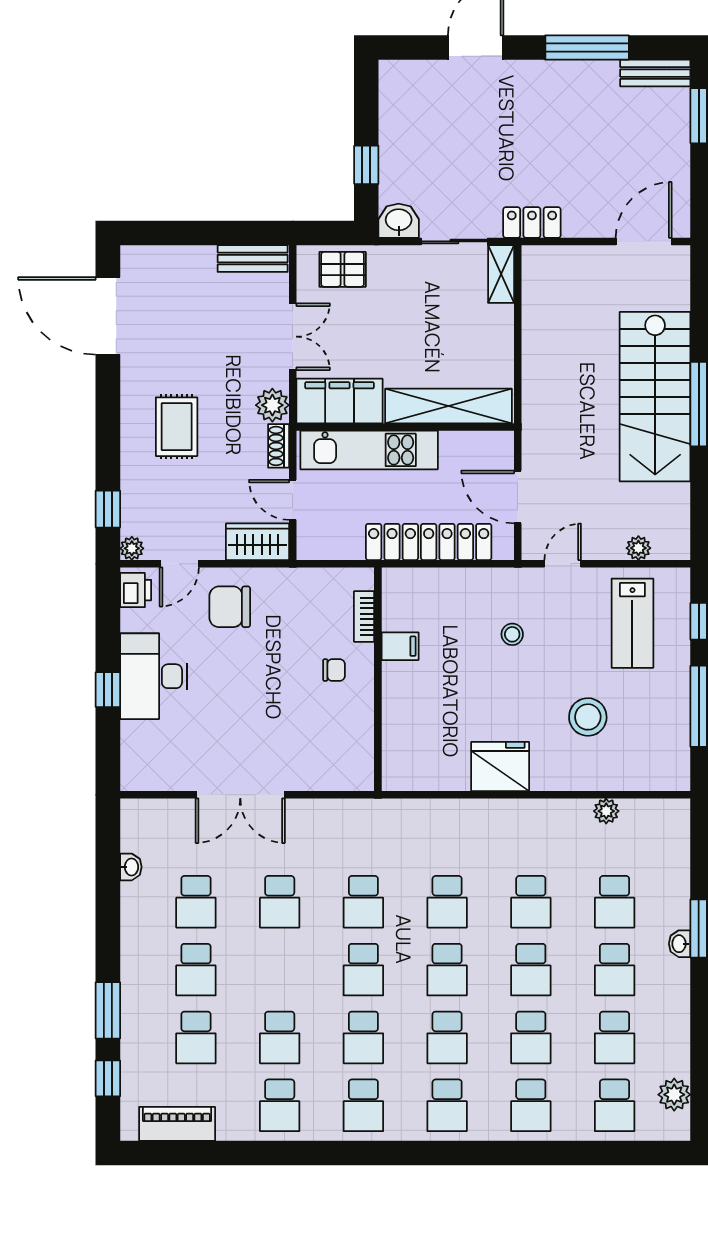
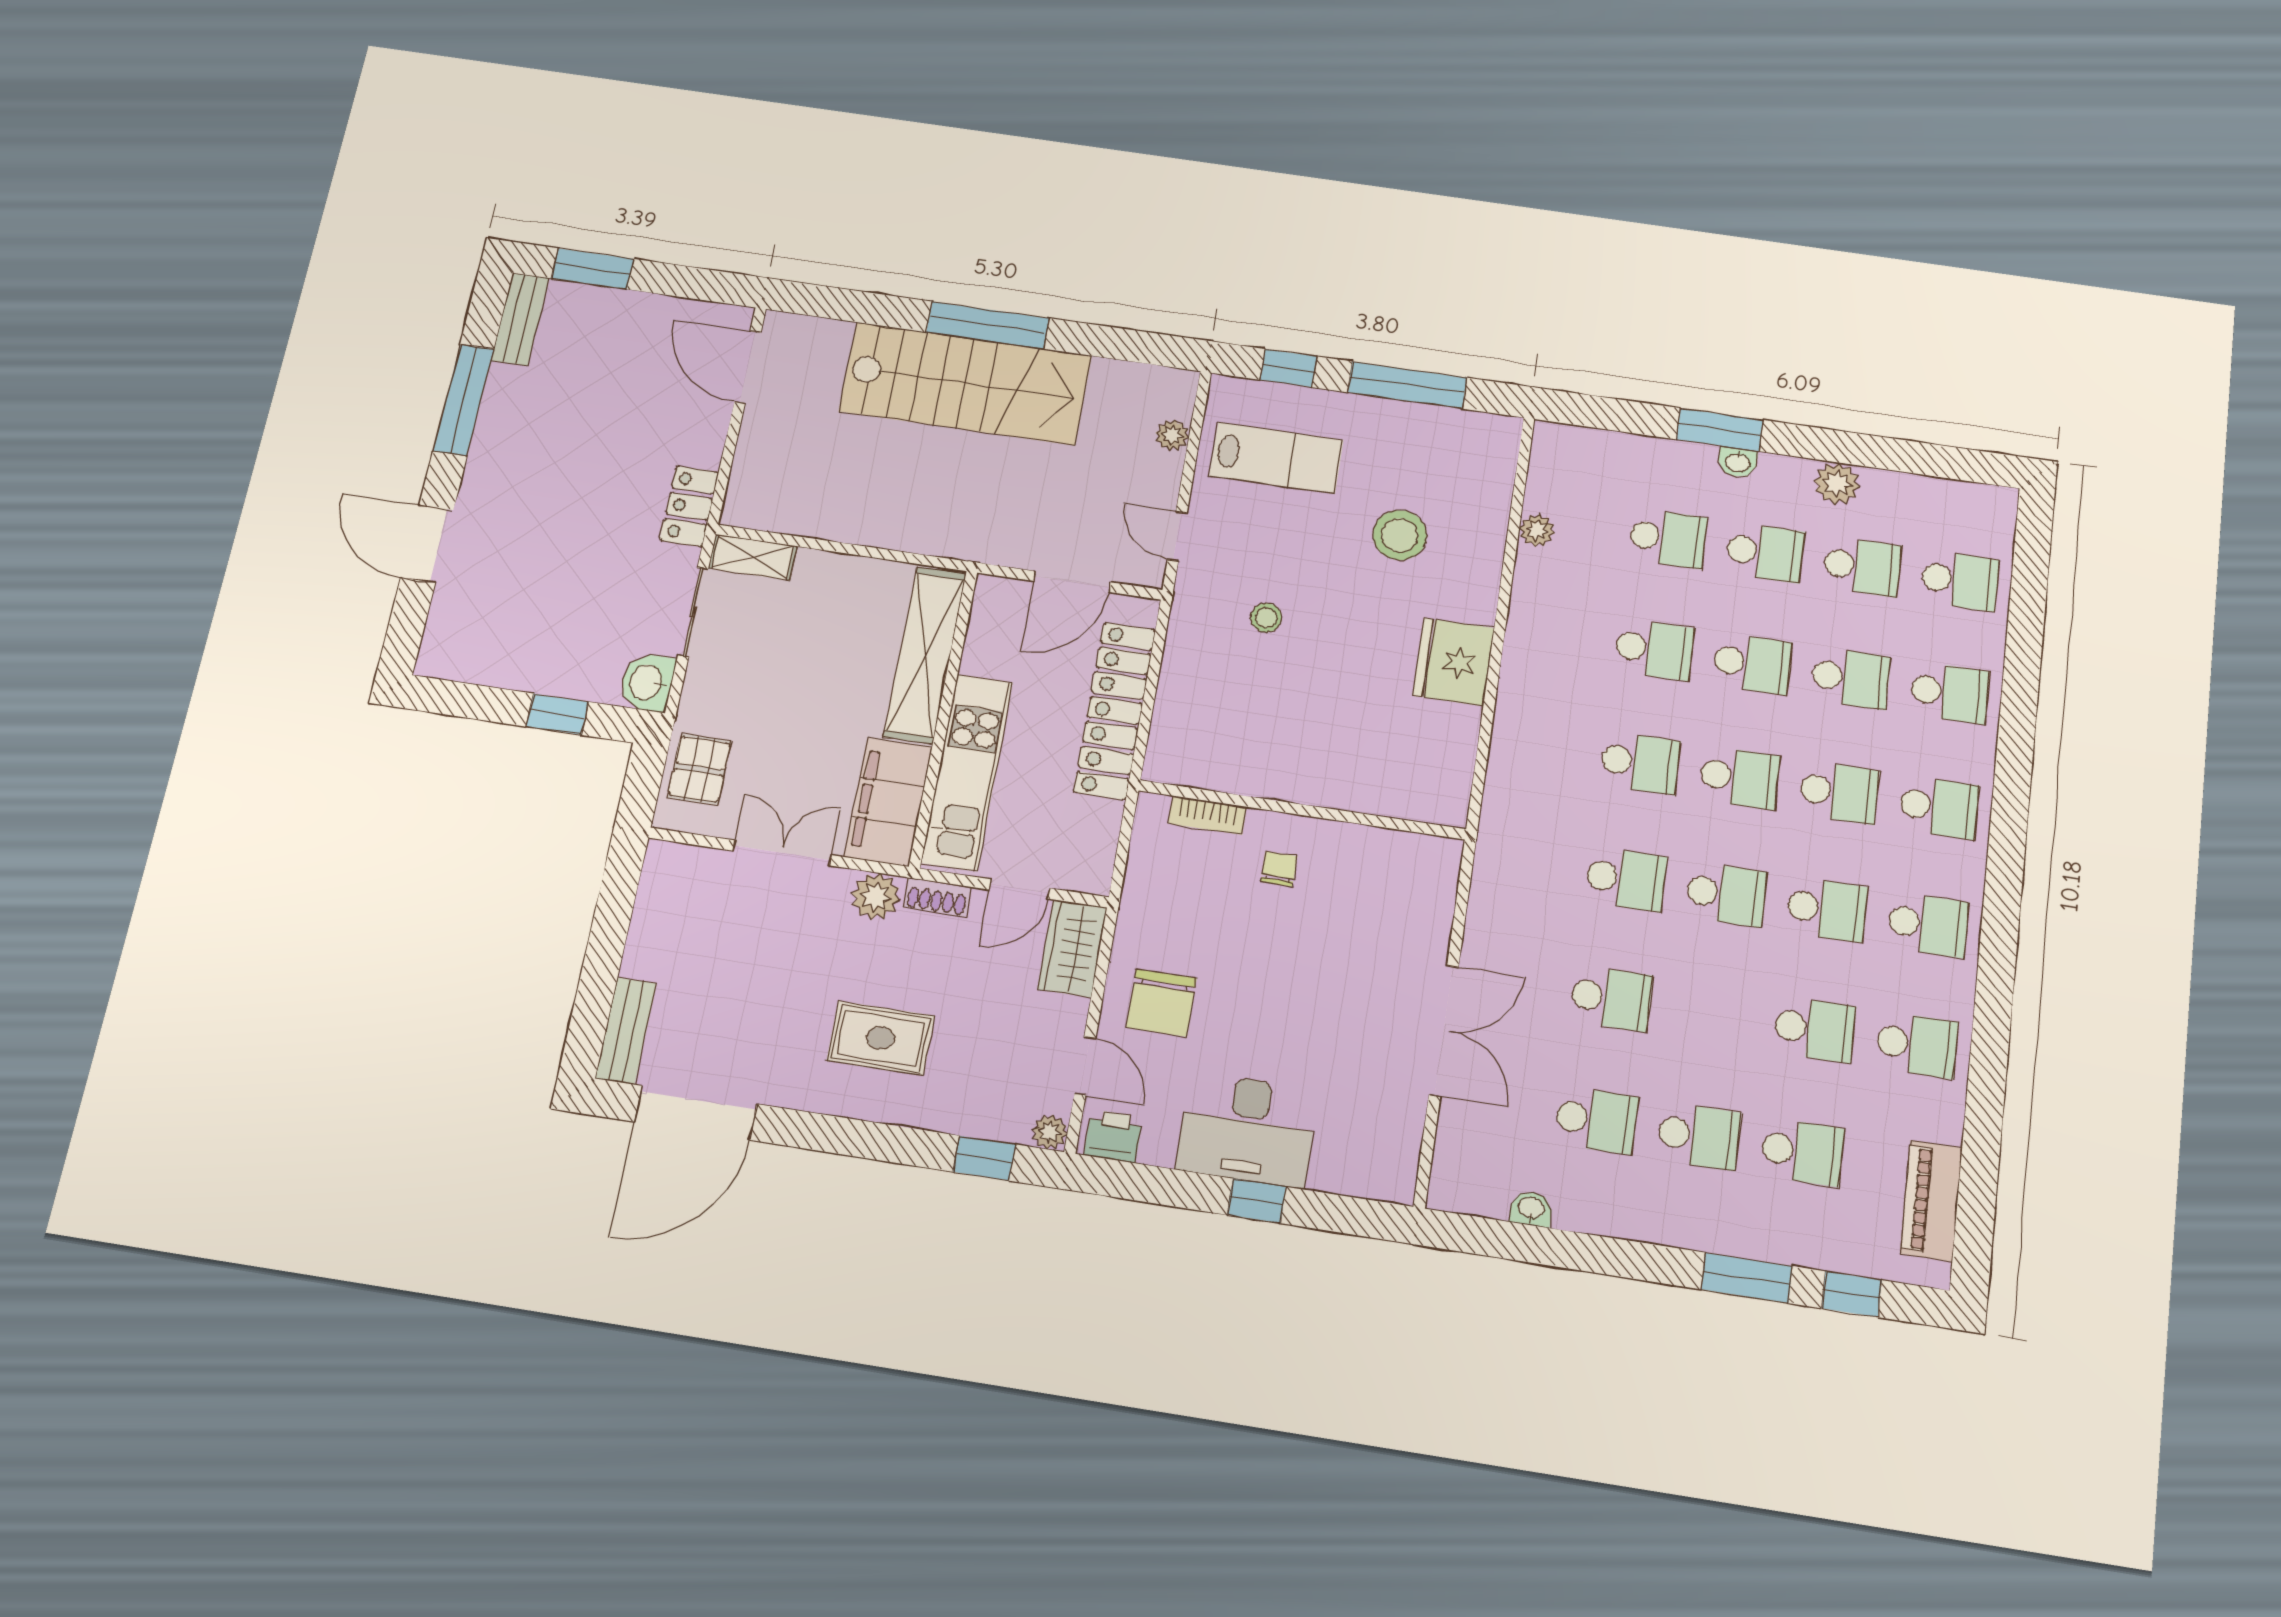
bench: (253, 259) -> (626, 1031), moved
filing cabinet: (400, 646) -> (1259, 772), removed
plant: (674, 1095) -> (1837, 484), moved

